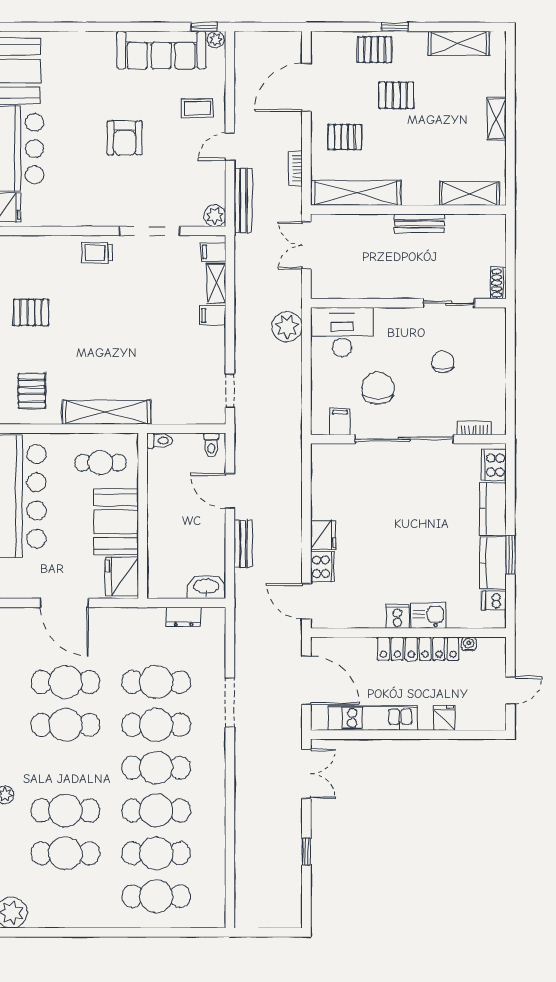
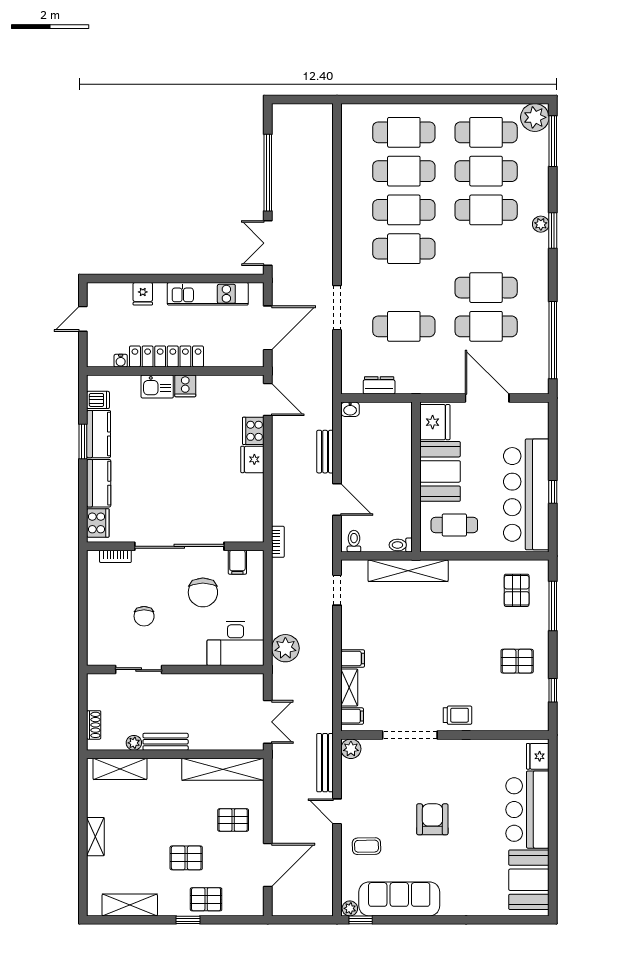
door: (230, 147) -> (337, 811), swing flipped
bookcase: (295, 168) -> (278, 542), moved
plant: (454, 222) -> (134, 743), added
shoe rack: (498, 283) -> (94, 725), moved
shelving: (107, 412) -> (408, 571), moved
washbasin: (206, 587) -> (350, 409), width x0.52, depth x0.69
door: (306, 680) -> (268, 328), swing flipped
cafe table: (156, 725) -> (486, 132), moved
window: (306, 852) -> (268, 173), width x3.17

